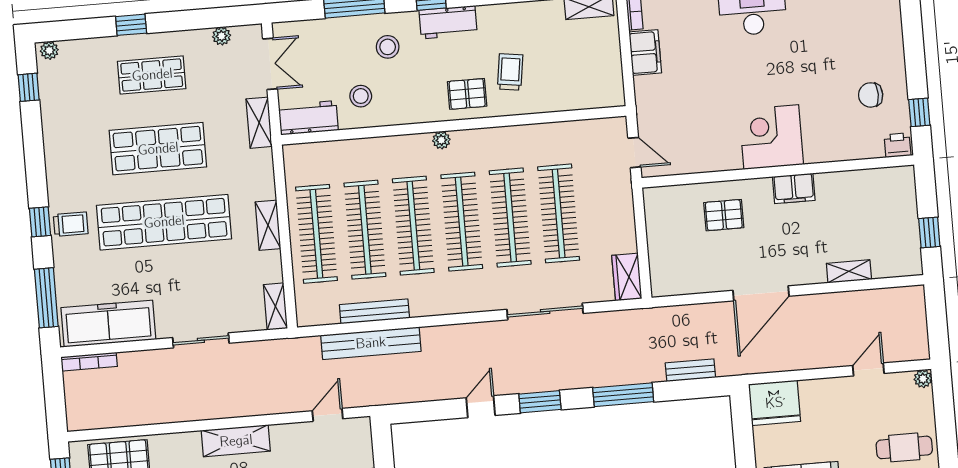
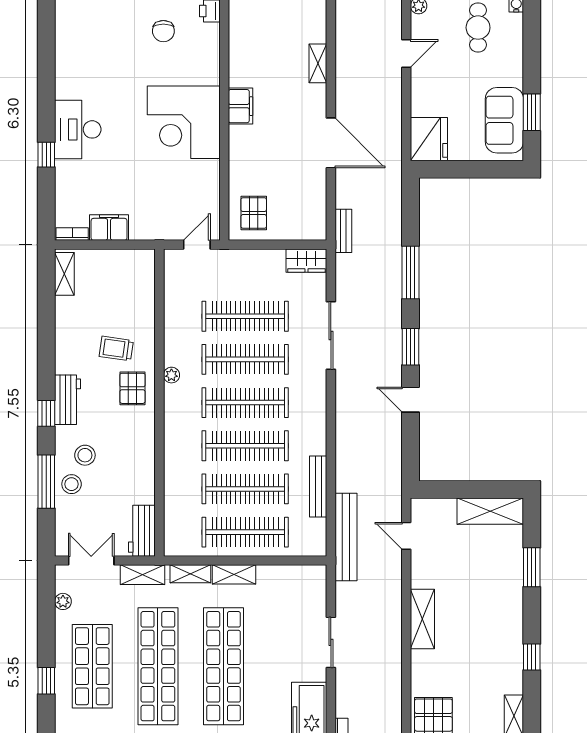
shop shelf: (152, 75) -> (92, 666), width x1.43, depth x1.36
stool: (361, 96) -> (72, 484), moved
corner desk: (771, 137) -> (184, 122), width x1.36, depth x1.36
plant: (441, 140) -> (171, 375), moved
shop shelf: (158, 149) -> (158, 666), width x1.40
pallet: (724, 215) -> (254, 213), moved
shelving: (275, 306) -> (190, 574), moved
bench: (371, 343) -> (346, 537), moved
door: (868, 369) -> (406, 53), swing flipped
bench: (690, 370) -> (343, 231), moved

